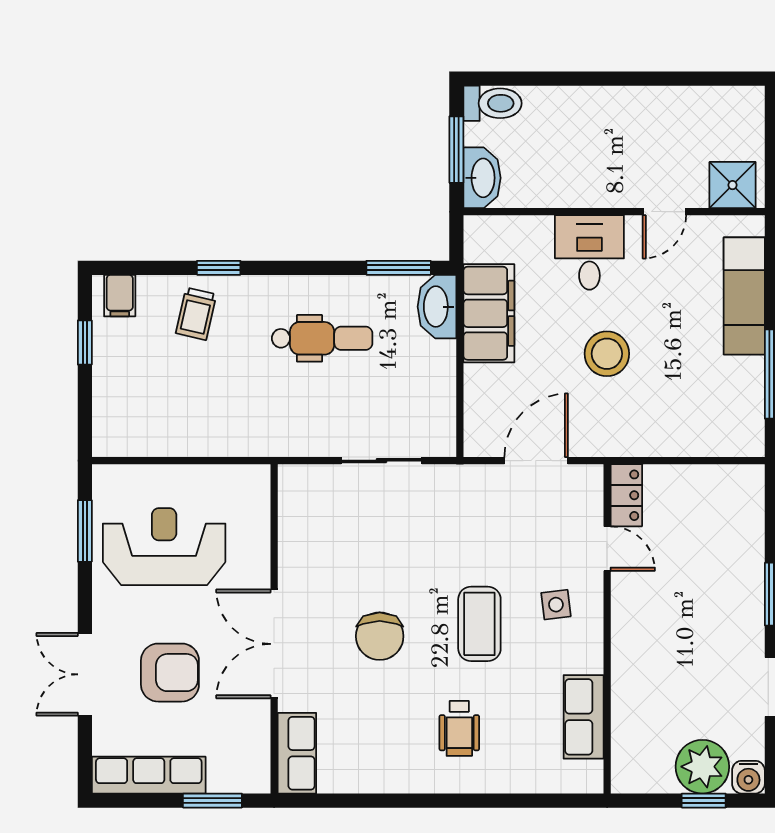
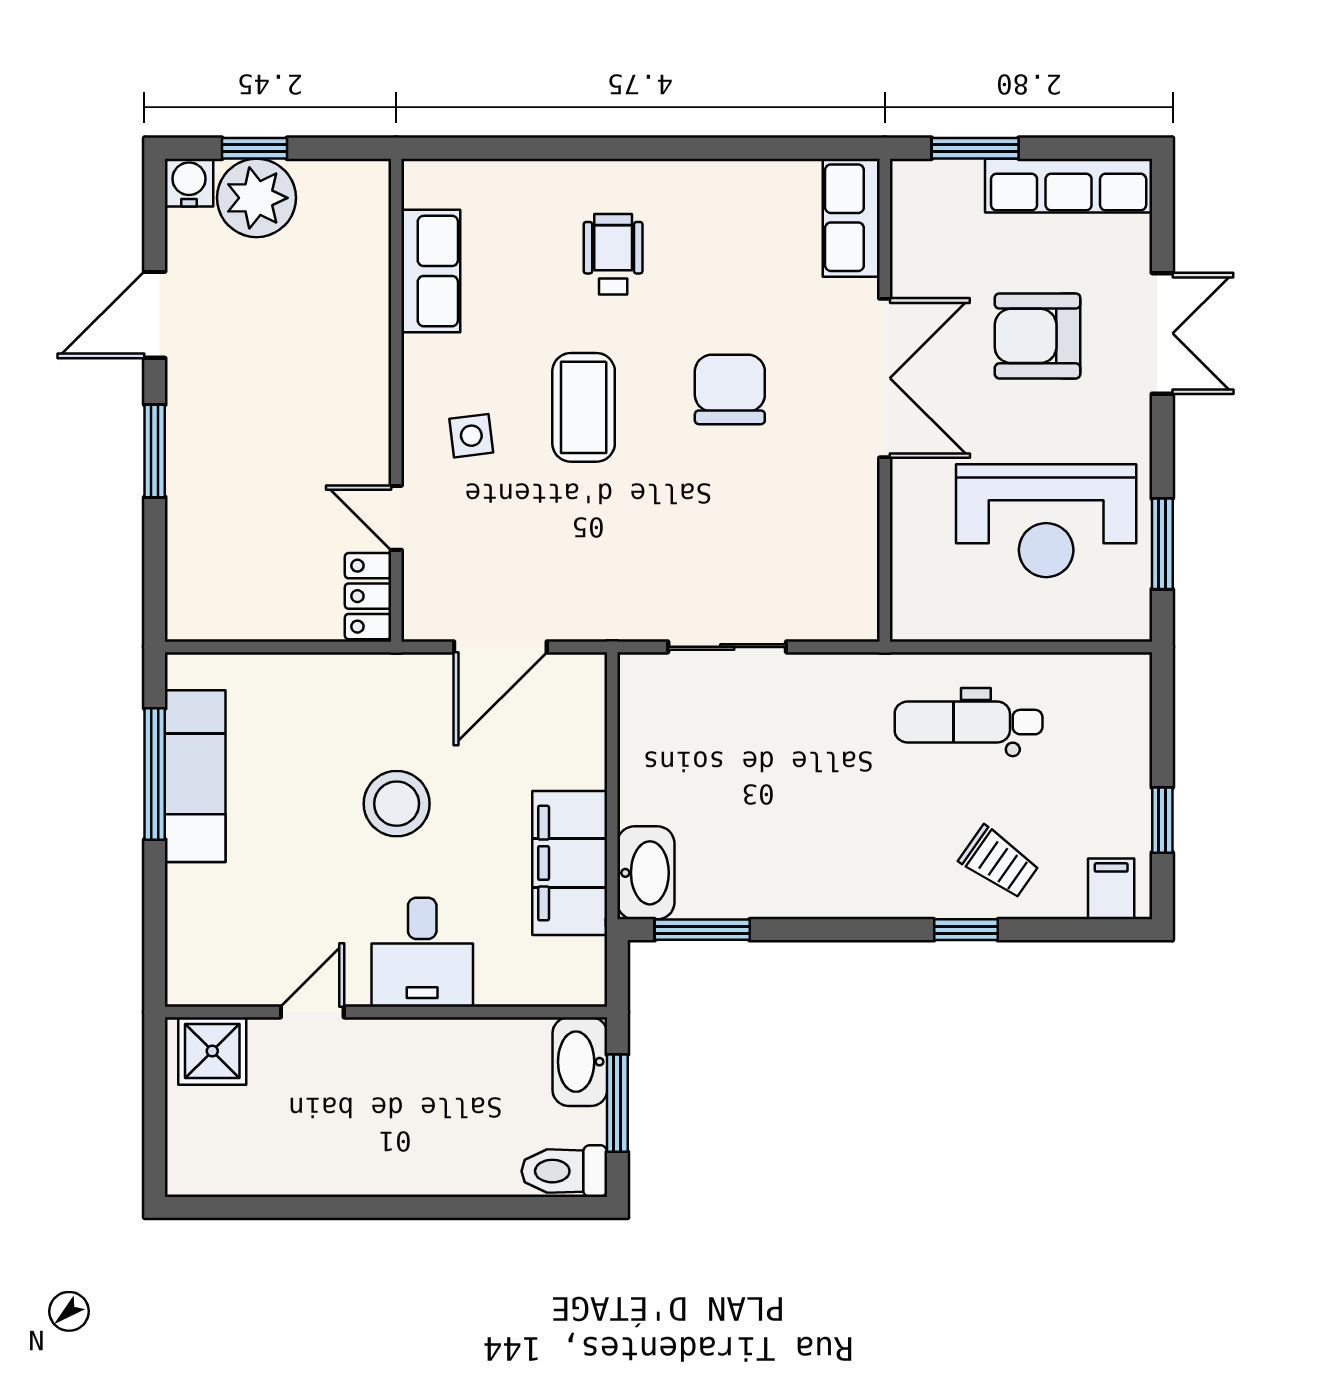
exam couch: (744, 296) -> (195, 776), moved
trolley: (196, 314) -> (999, 862), turned 112
dental chair: (322, 338) -> (969, 722), moved

